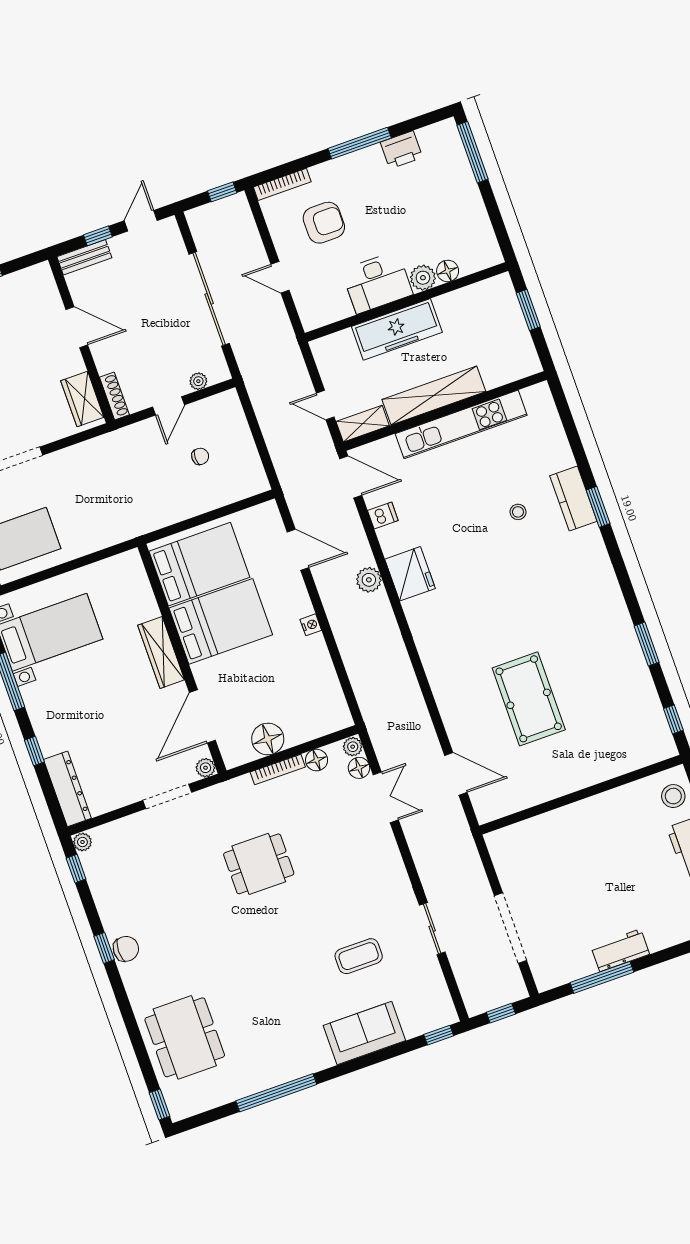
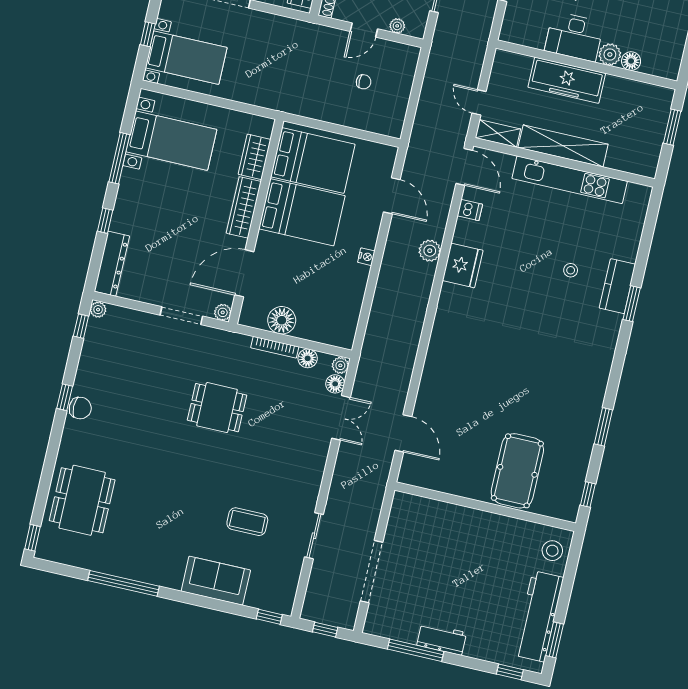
wardrobe: (140, 597) -> (255, 157), added
pool table: (529, 699) -> (517, 471), moved

